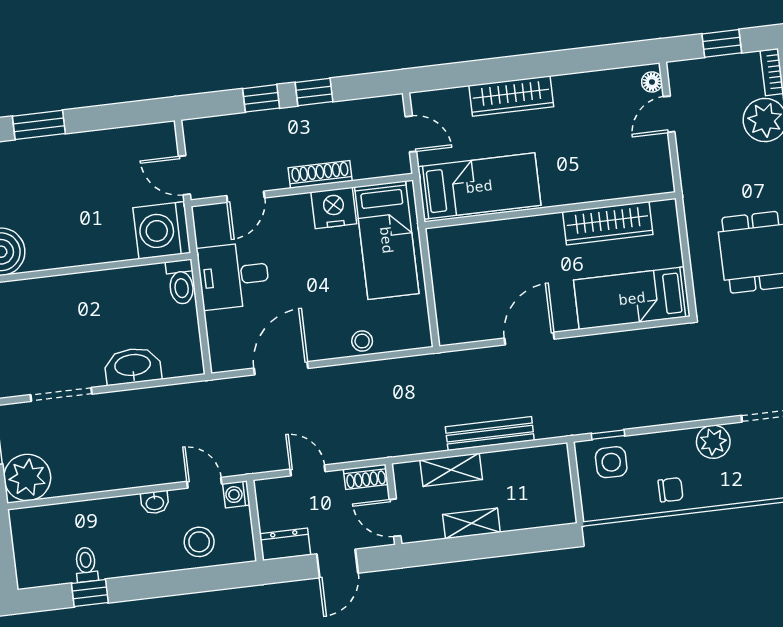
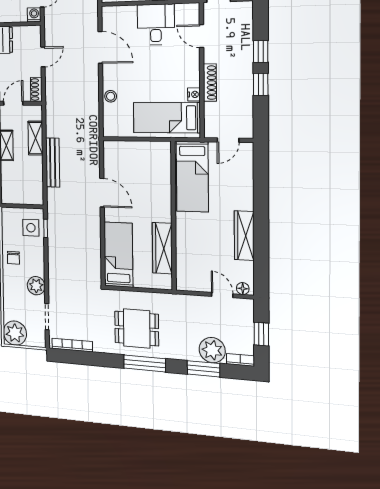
wardrobe: (511, 96) -> (244, 236), moved
nightstand: (334, 208) -> (194, 94), width x0.53, depth x0.56

